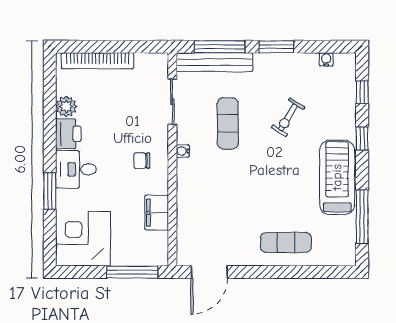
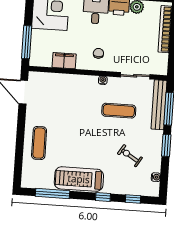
exercise bike: (288, 117) -> (130, 156), moved
treadmill: (337, 177) -> (79, 179), turned 180

